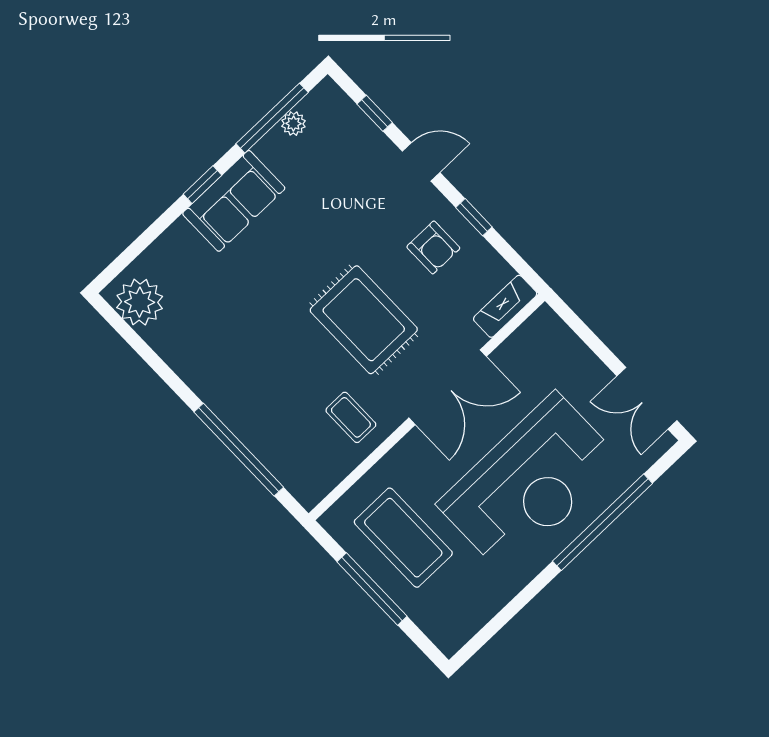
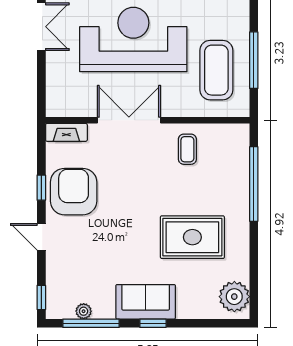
window: (375, 113) -> (41, 297), moved
armchair: (433, 247) -> (74, 192), width x1.88, depth x1.88
rug: (364, 320) -> (192, 237), moved, turned 90

